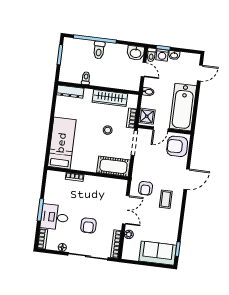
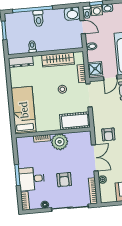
plant: (92, 185) -> (60, 142), added

